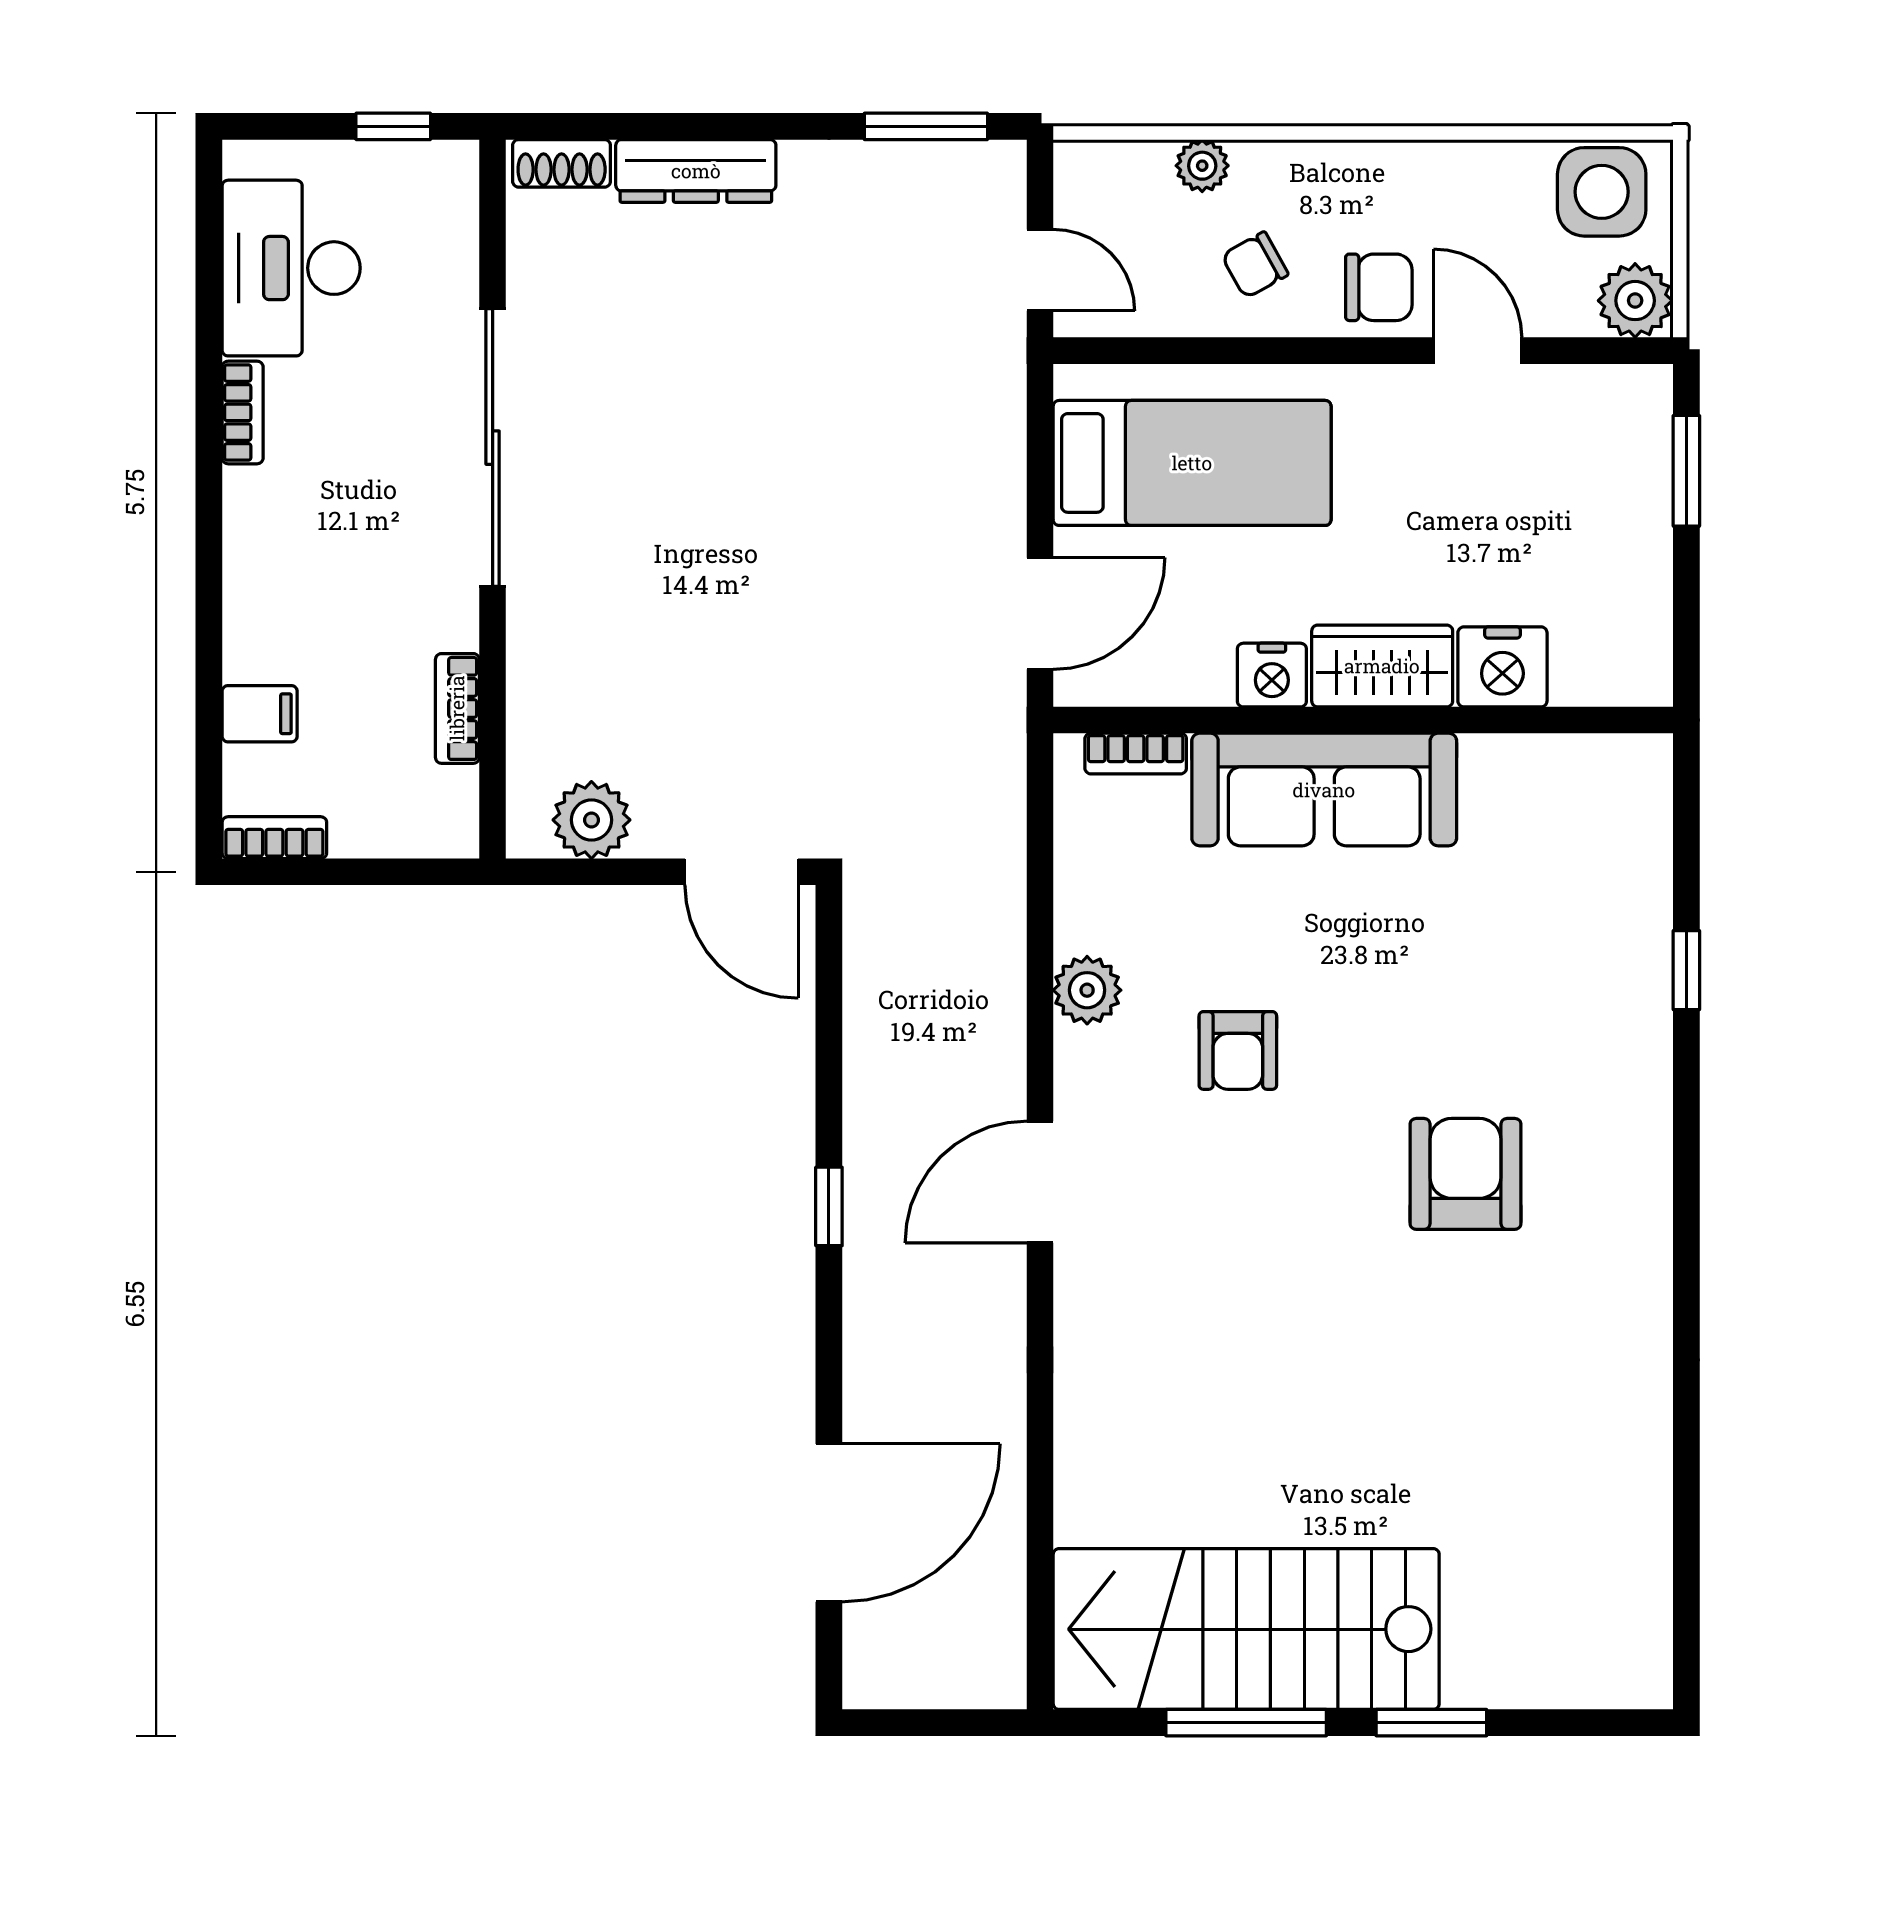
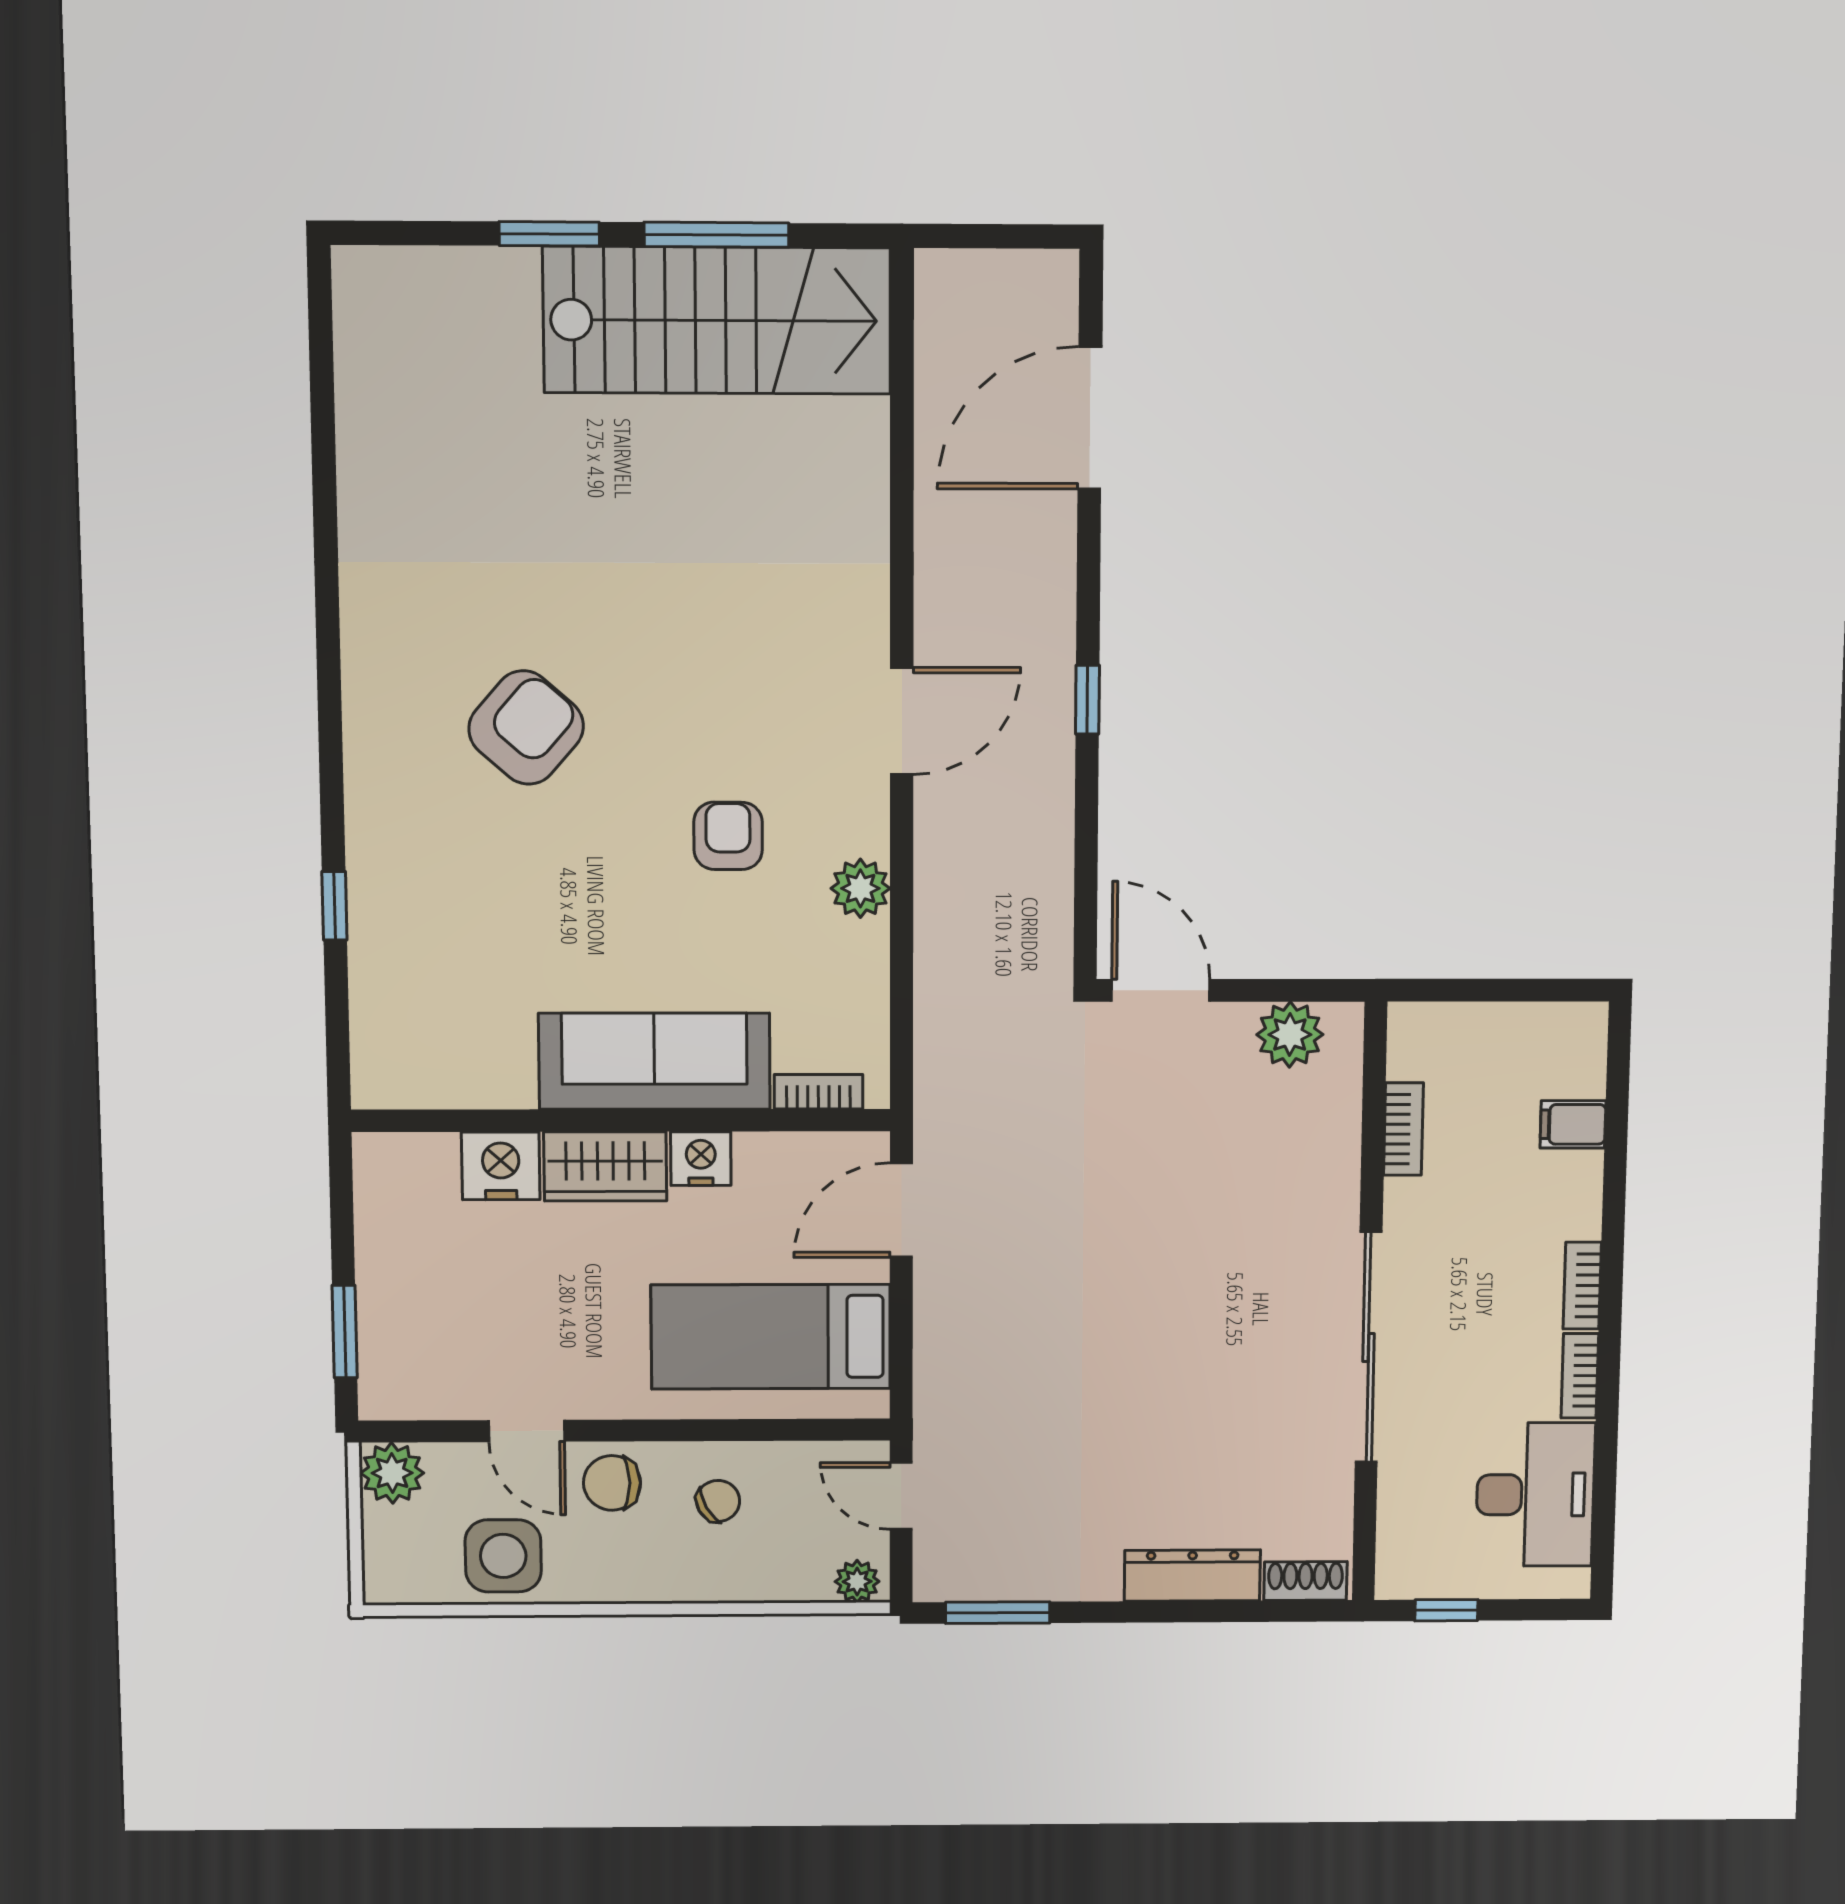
plant: (1202, 166) -> (857, 1581), moved
side table: (1602, 192) -> (503, 1556), moved
bookcase: (274, 838) -> (1582, 1286), moved, turned 90
armchair: (1465, 1174) -> (526, 728), turned -139

